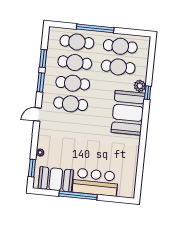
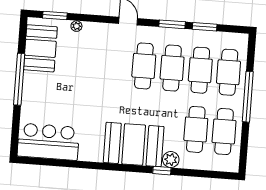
bar counter: (95, 182) -> (48, 142), moved, turned -90

